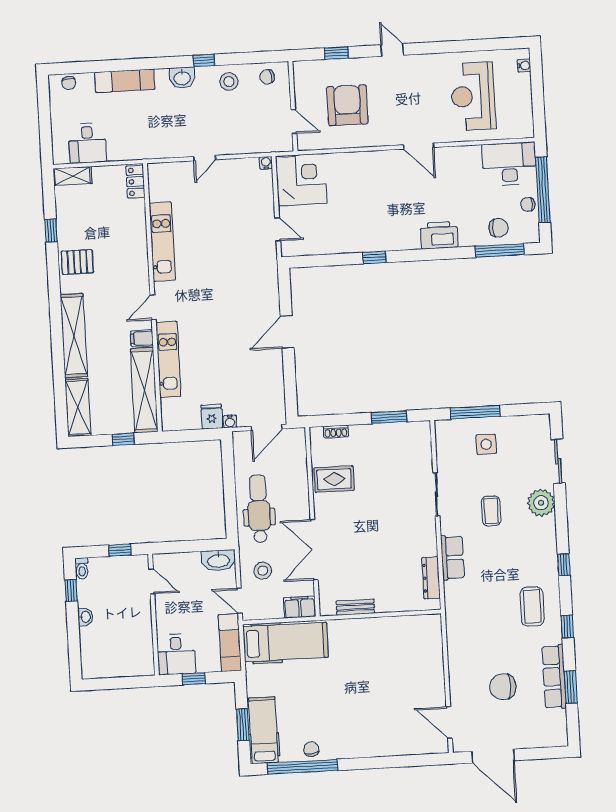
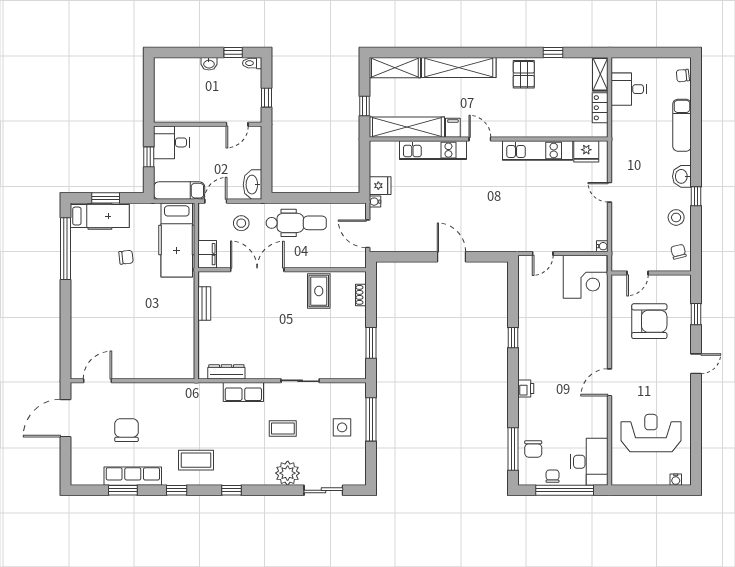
locker: (135, 182) -> (600, 108), moved, turned -90
fridge: (160, 187) -> (586, 151), added
printer: (439, 235) -> (526, 389), width x0.53, depth x0.68
chair: (311, 749) -> (126, 257), moved

